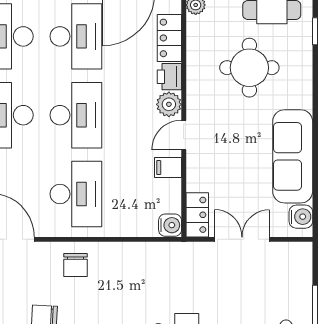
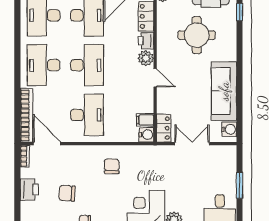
door: (184, 135) -> (155, 78), swing flipped
filing cabinet: (168, 168) -> (145, 120), moved
chair: (76, 265) -> (112, 166), moved, turned 180

